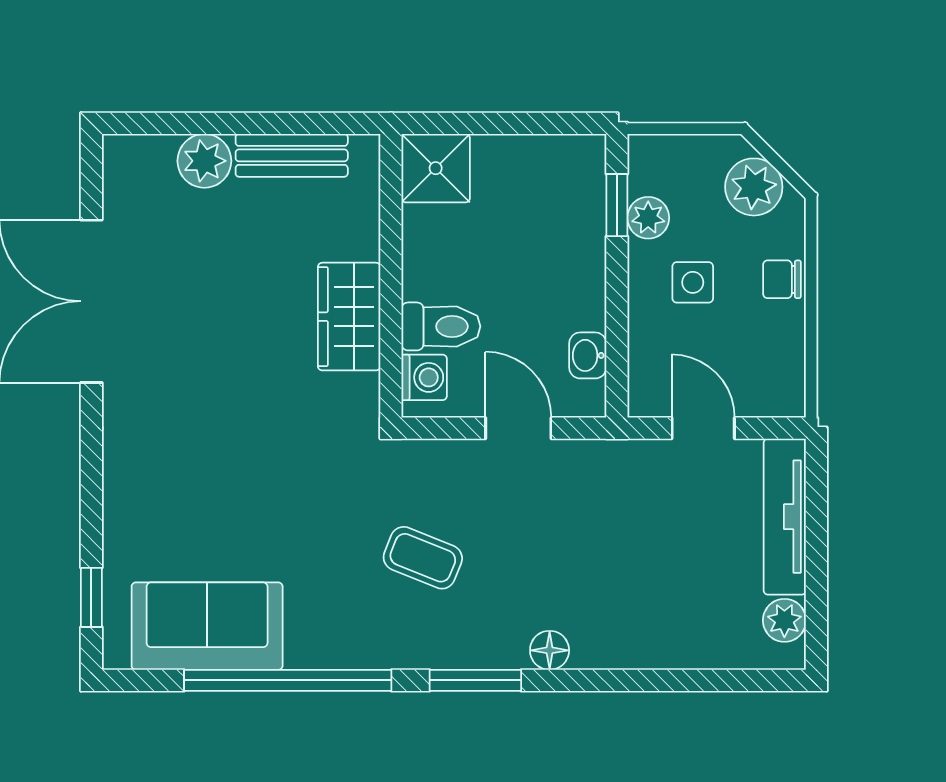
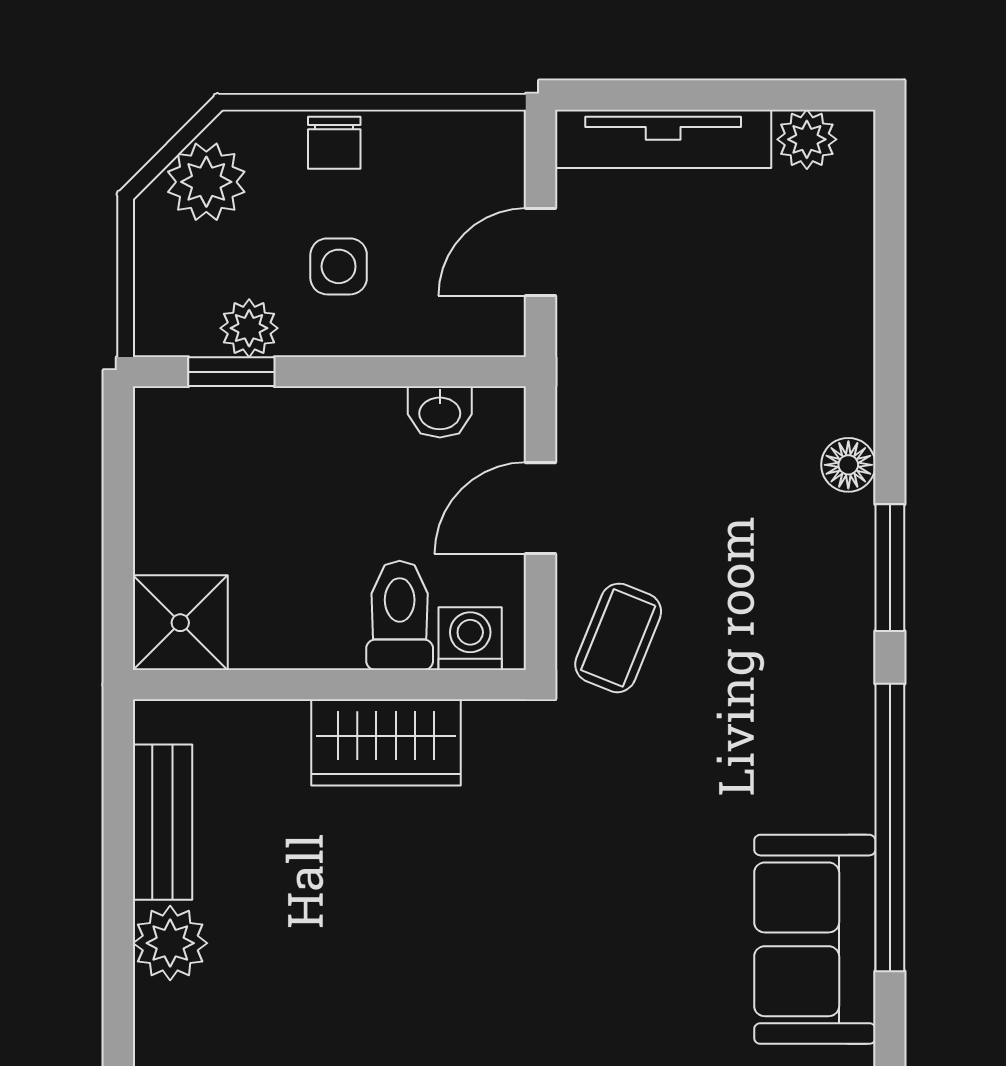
coffee table: (423, 558) -> (618, 638), moved

